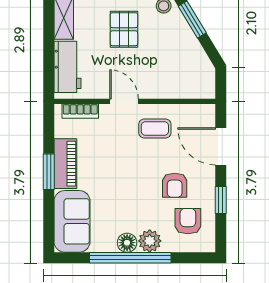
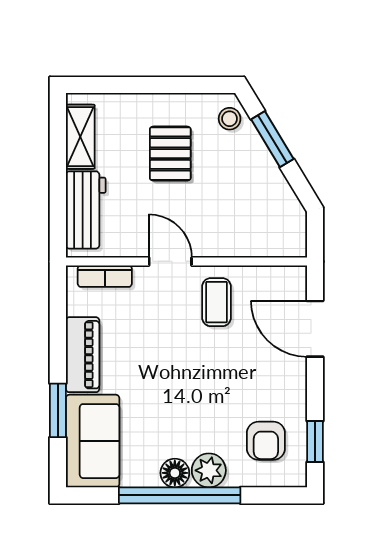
coffee table: (155, 129) -> (217, 302), turned 90
window: (49, 172) -> (58, 410), moved
armchair: (175, 185) -> (246, 387), removed
window: (221, 200) -> (315, 442), moved
armchair: (188, 221) -> (266, 441), turned 180

